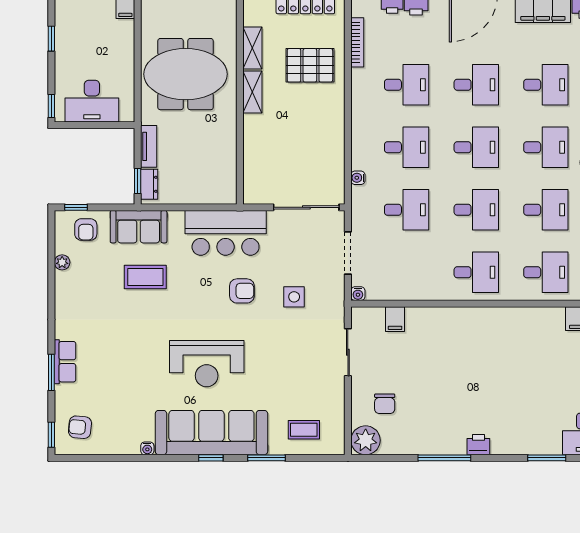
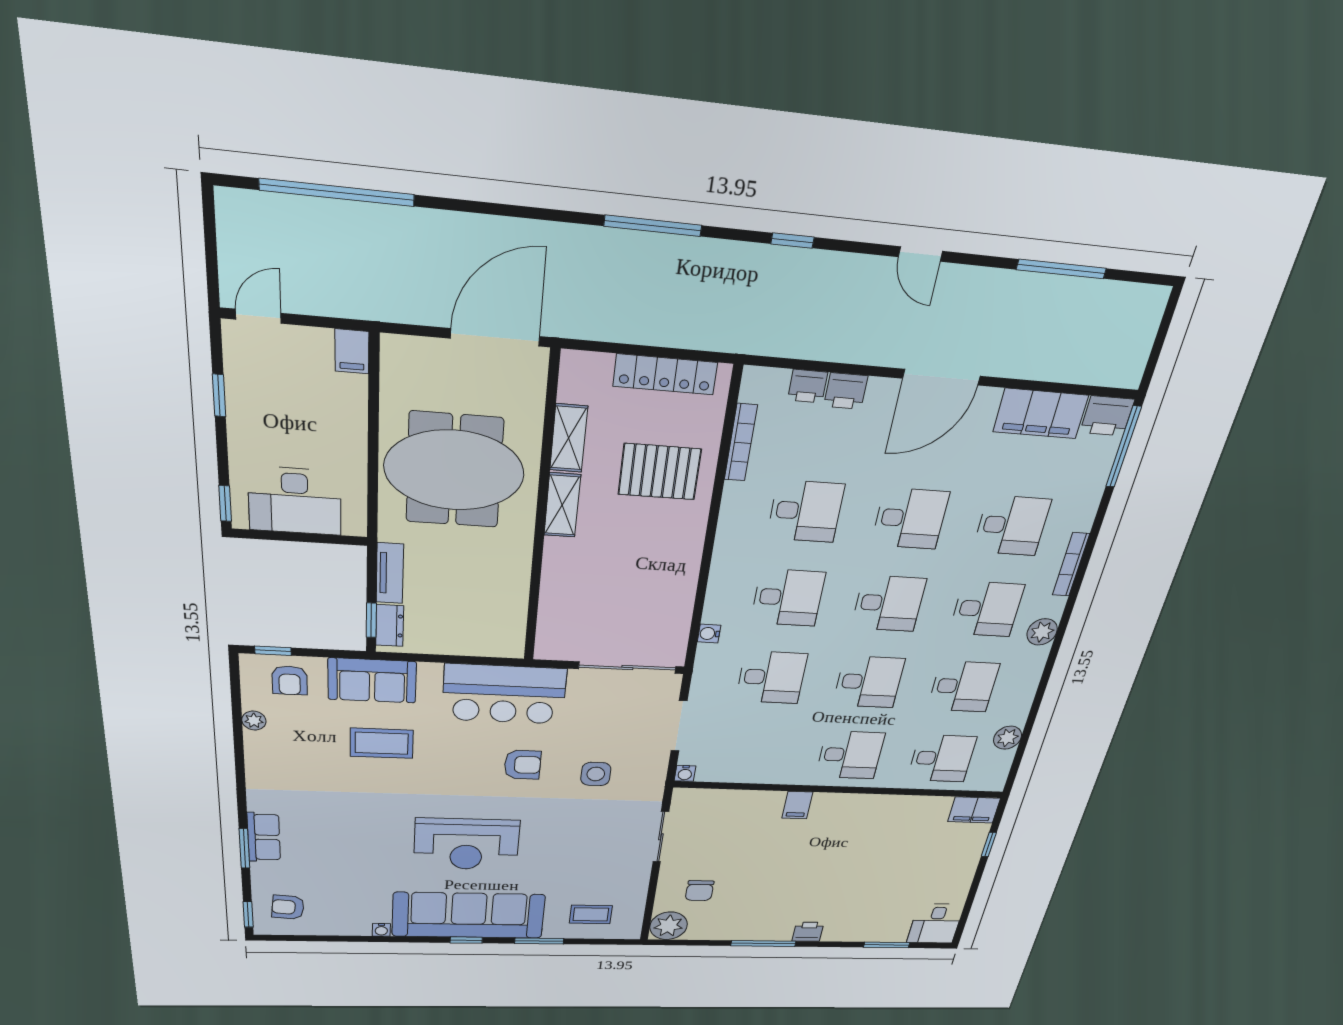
filing cabinet: (395, 319) -> (797, 805), moved

